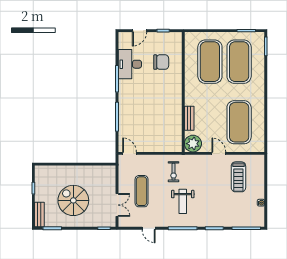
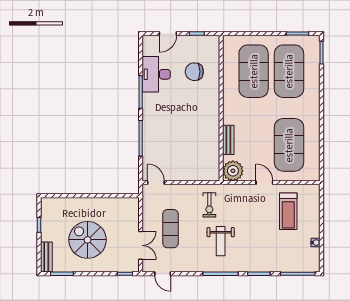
chair: (161, 62) -> (194, 72), turned 180
door: (149, 228) -> (163, 274), moved

